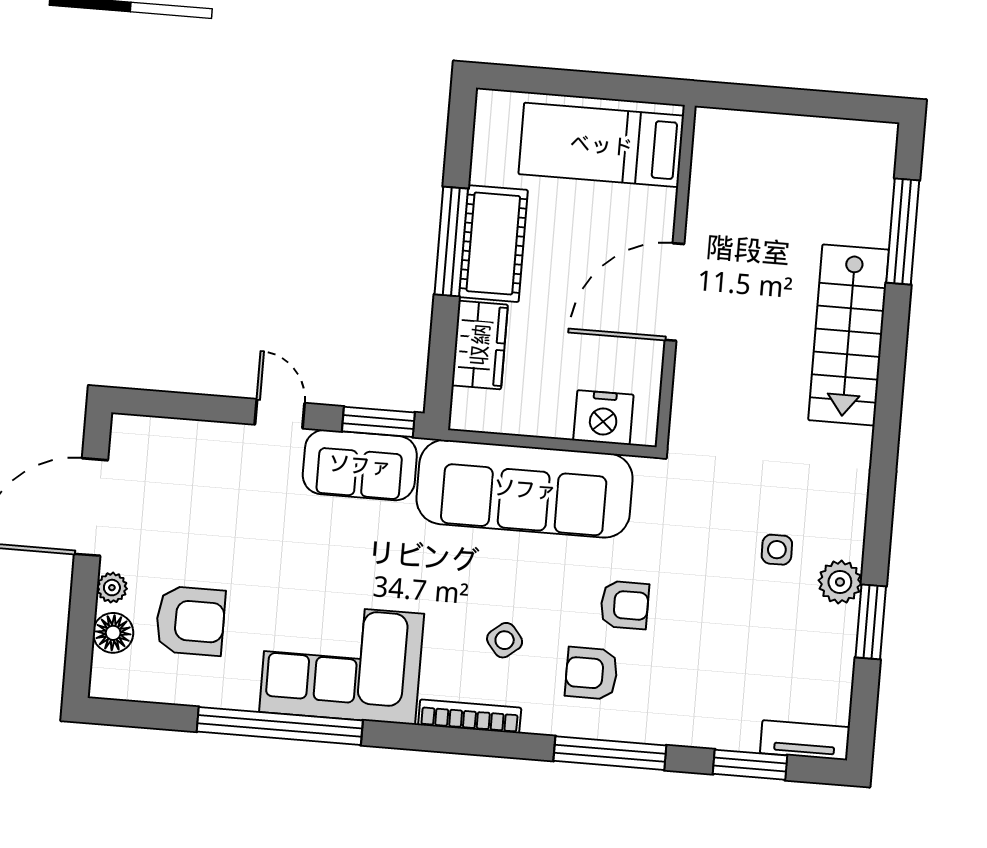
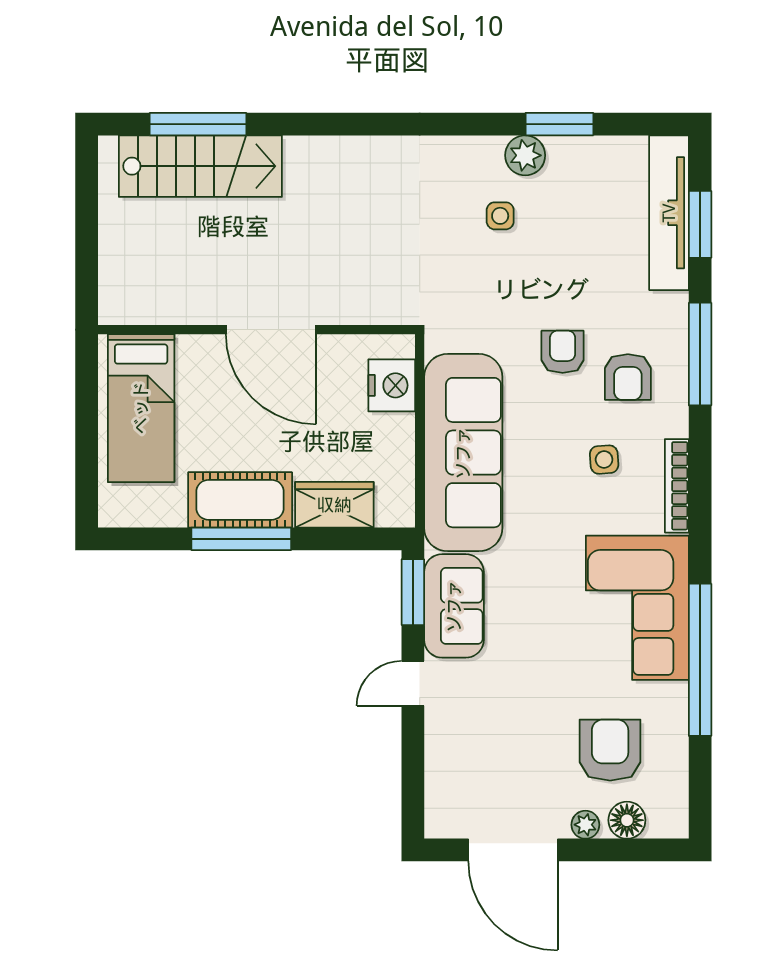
stairs: (849, 335) -> (200, 166), moved
side table: (505, 640) -> (604, 460), turned 35
tv unit: (805, 740) -> (669, 213), width x1.92, depth x1.29

